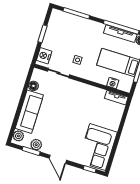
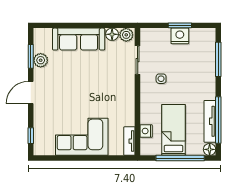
nightstand: (44, 56) -> (180, 36), moved
plant: (18, 136) -> (126, 35), moved
corner sofa: (98, 147) -> (82, 137), moved

